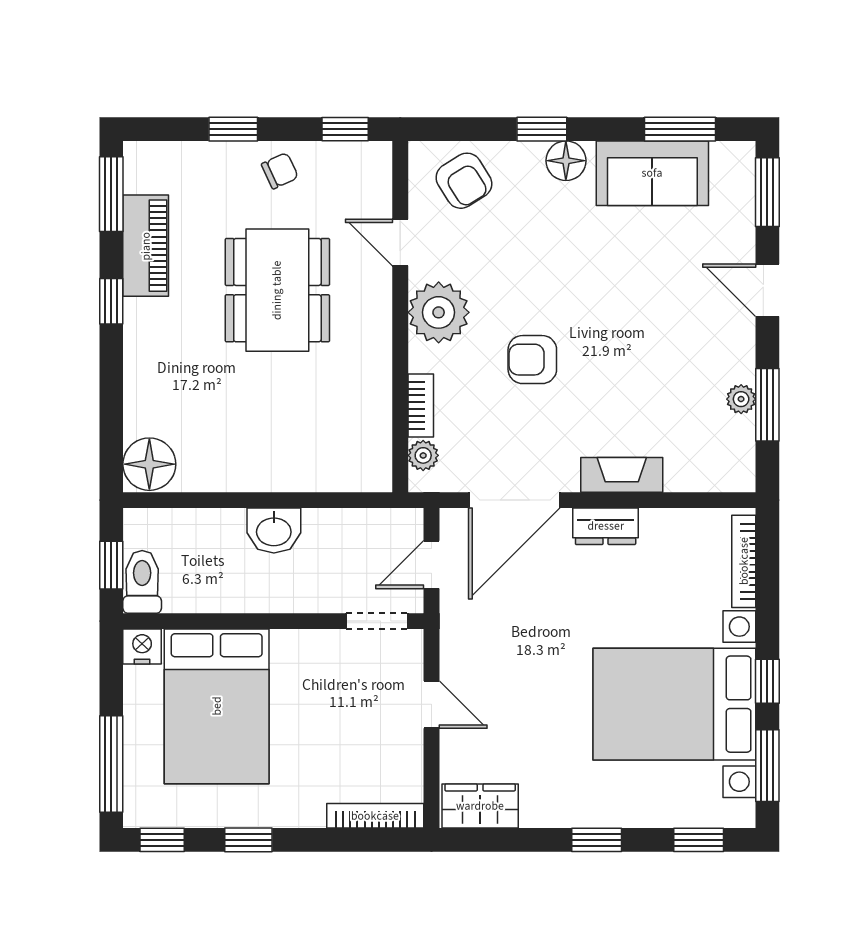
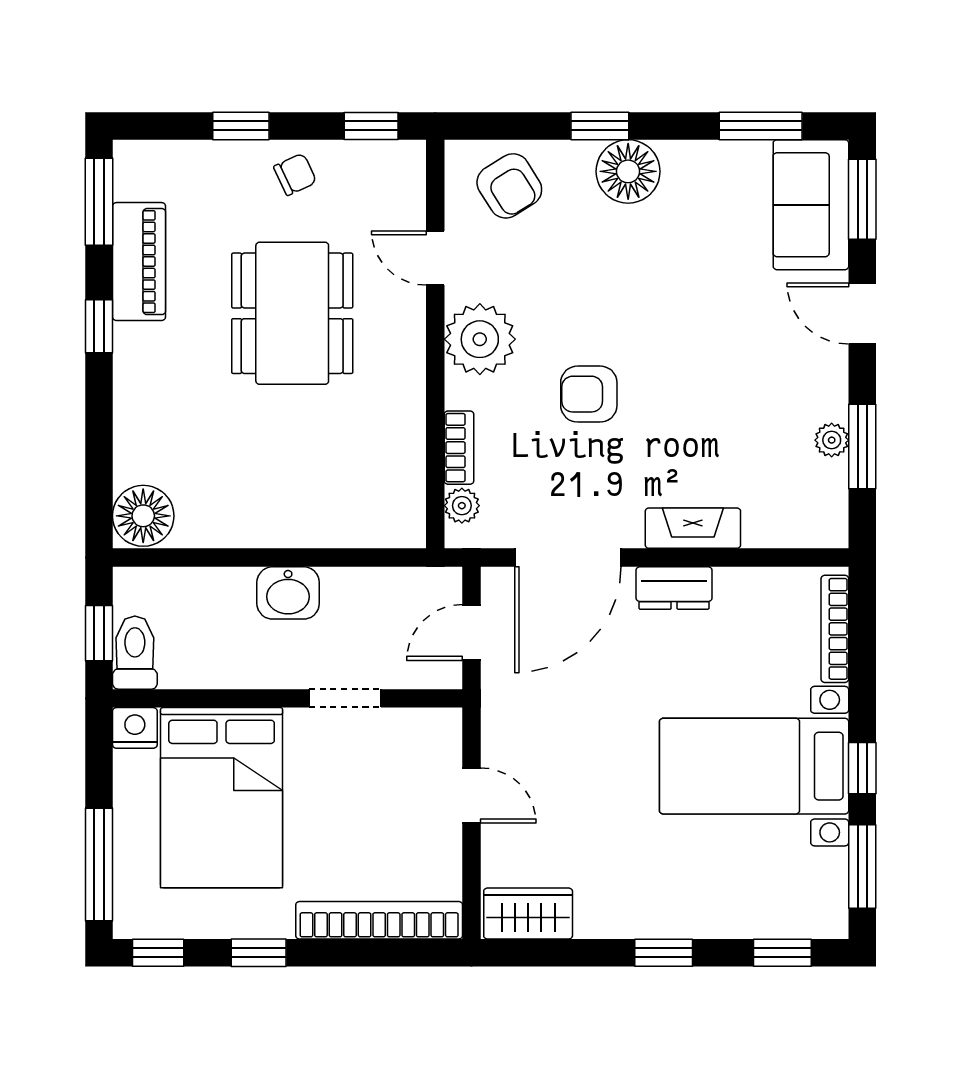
floor lamp: (566, 161) -> (628, 171), width x1.38, depth x1.38
sofa: (652, 173) -> (811, 205), moved, turned 90
doorway: (377, 621) -> (345, 698), moved
bed with nightstands: (674, 704) -> (754, 766), width x0.73
bookcase: (375, 816) -> (379, 920), width x1.48, depth x1.31

